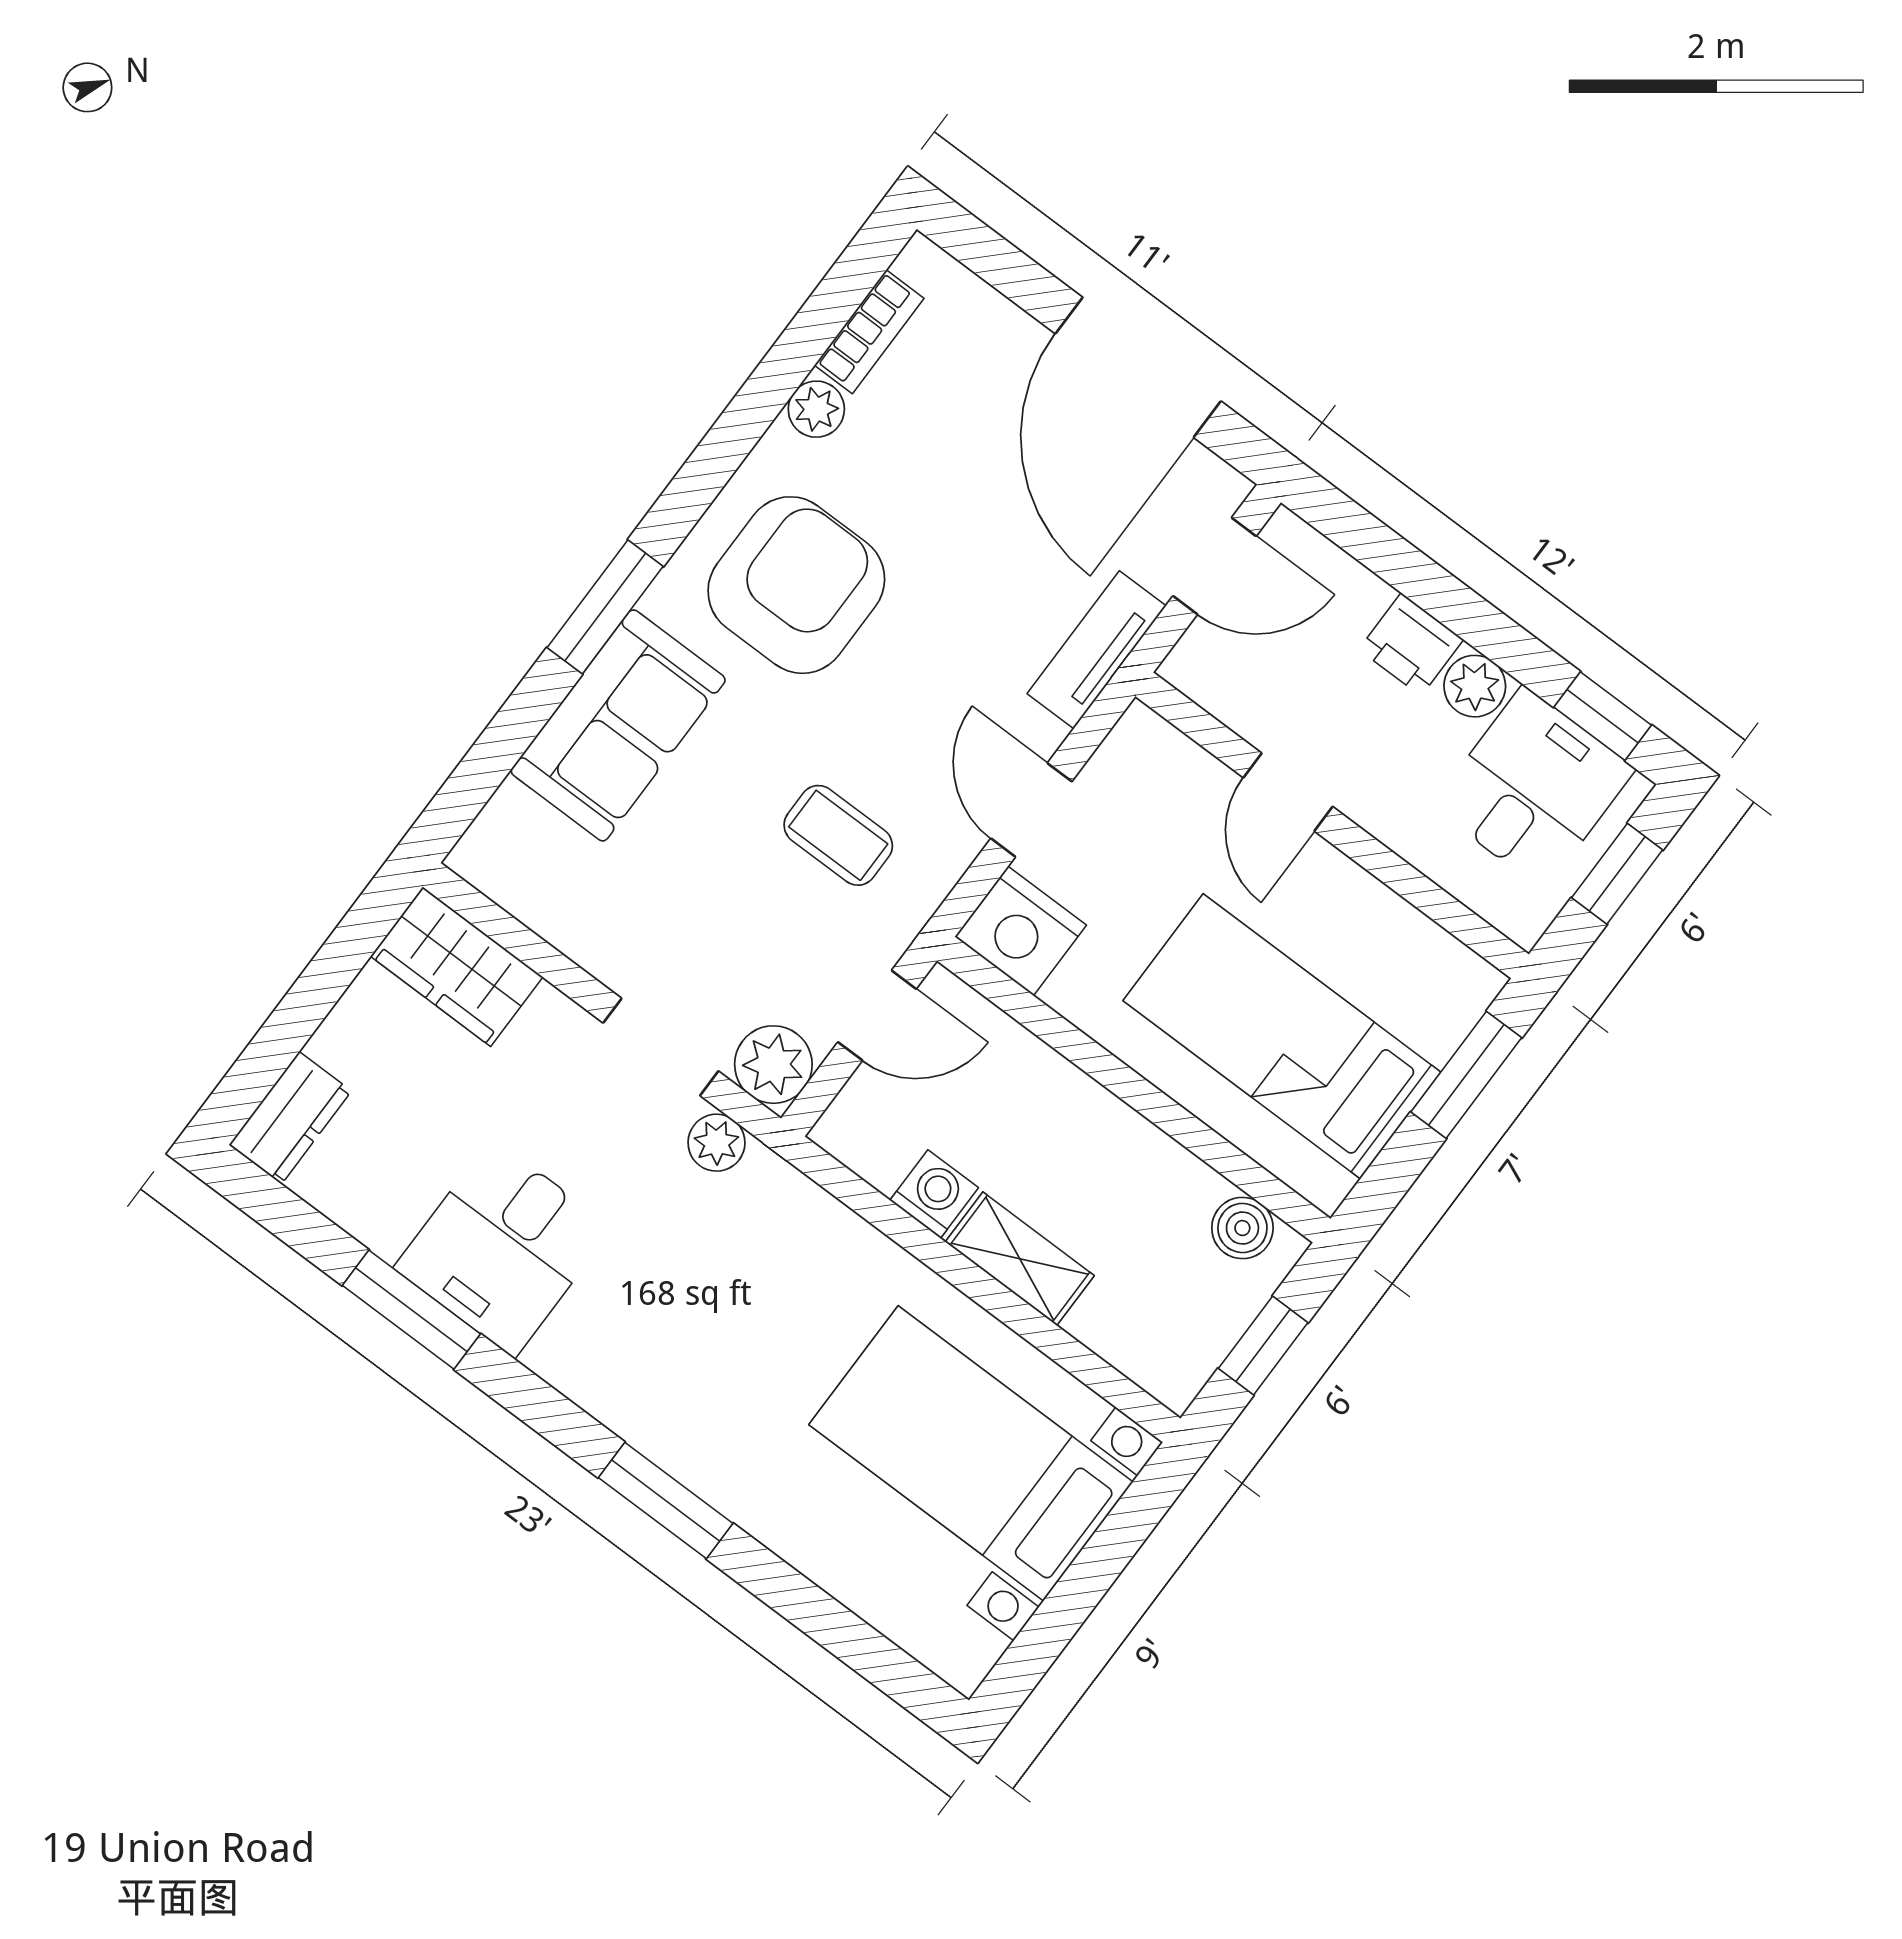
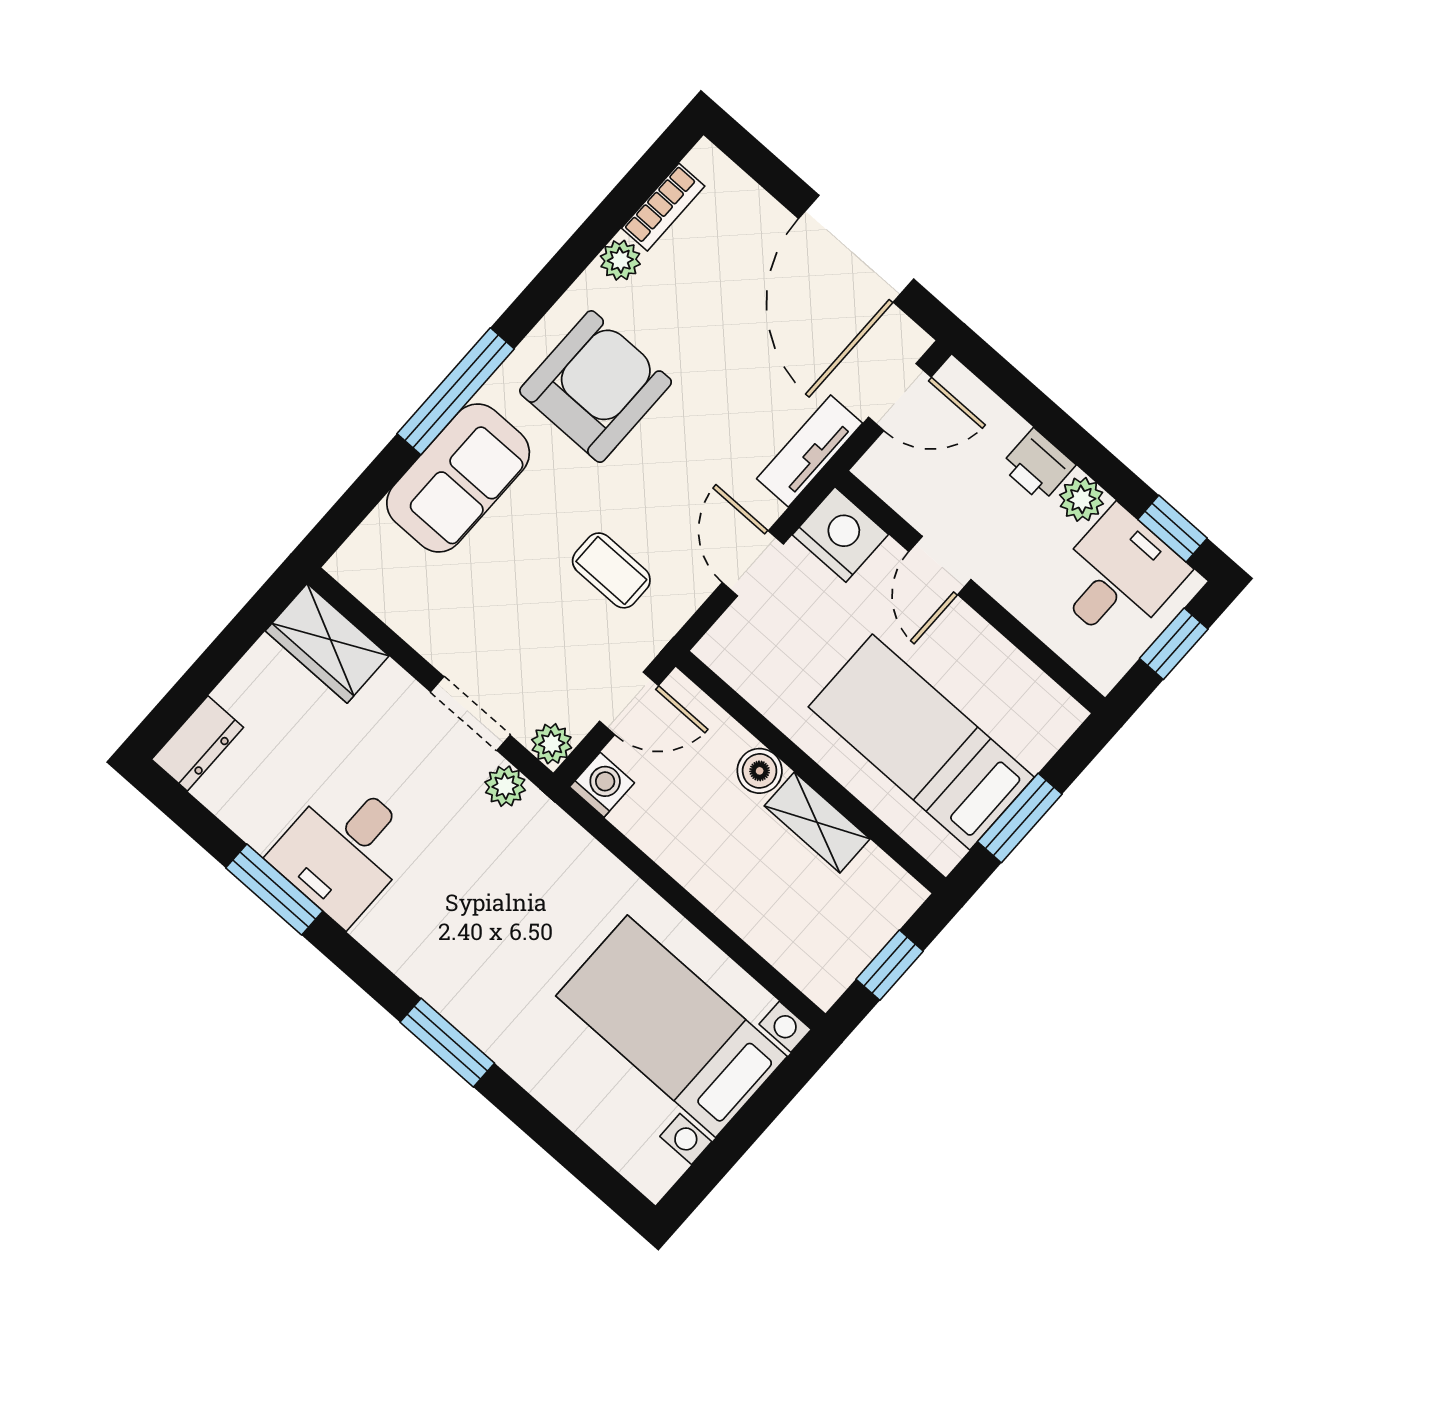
window: (605, 607) -> (456, 391), width x1.44
nightstand: (1021, 931) -> (840, 535), moved, turned 180
plant: (773, 1065) -> (552, 744), width x0.73, depth x0.73
window: (1466, 1075) -> (1020, 818), moved
washing machine: (934, 1194) -> (602, 785), moved
boiler: (1242, 1228) -> (760, 771), moved
shelving: (1020, 1259) -> (817, 822), moved

